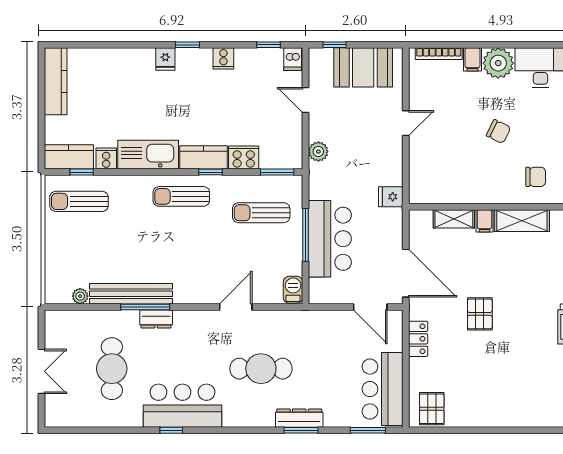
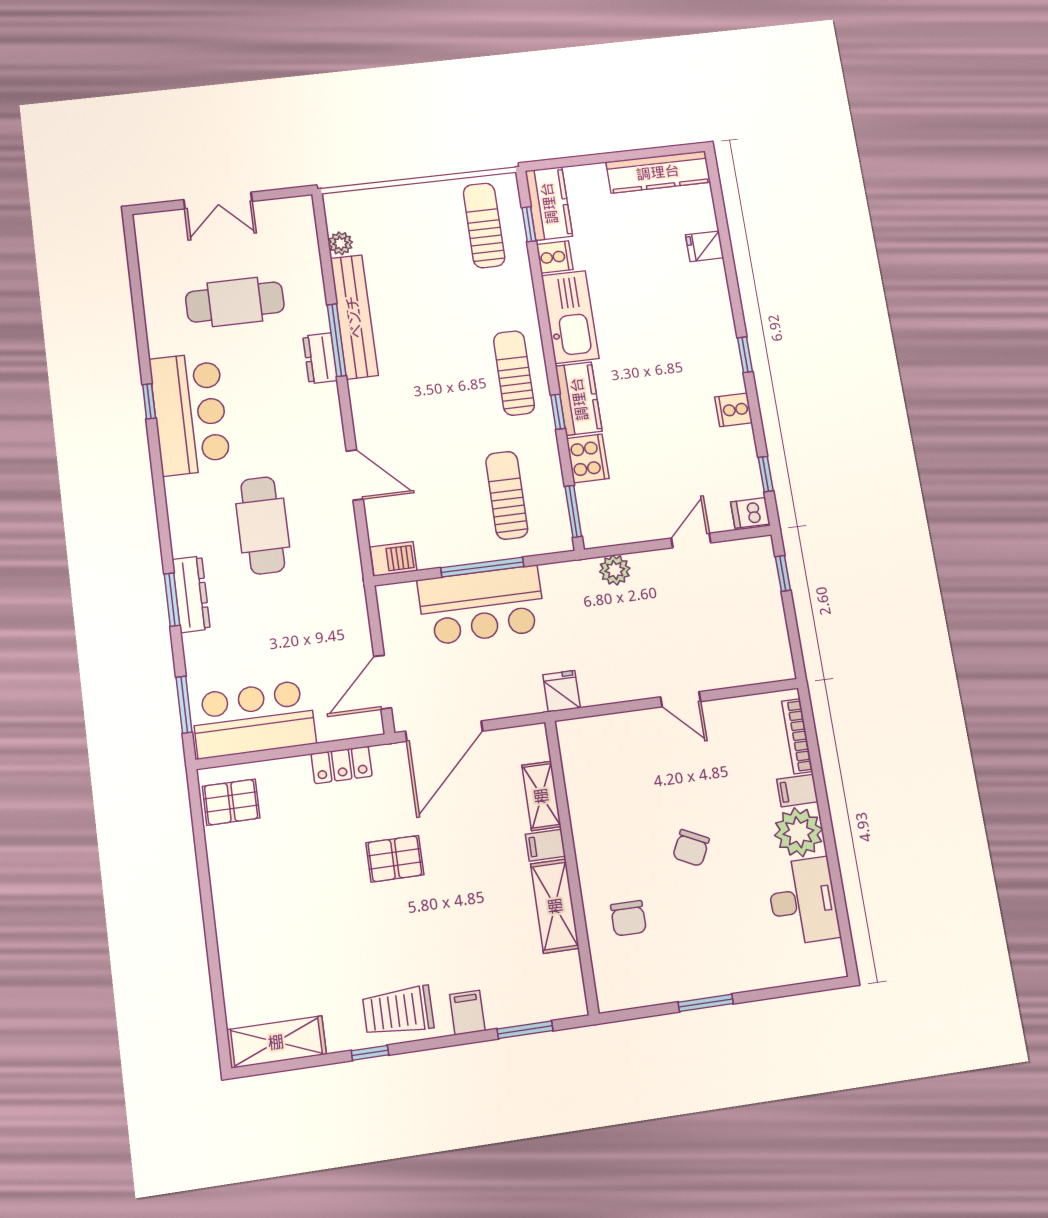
fridge: (165, 59) -> (705, 246), moved
booth: (363, 67) -> (756, 622), removed

